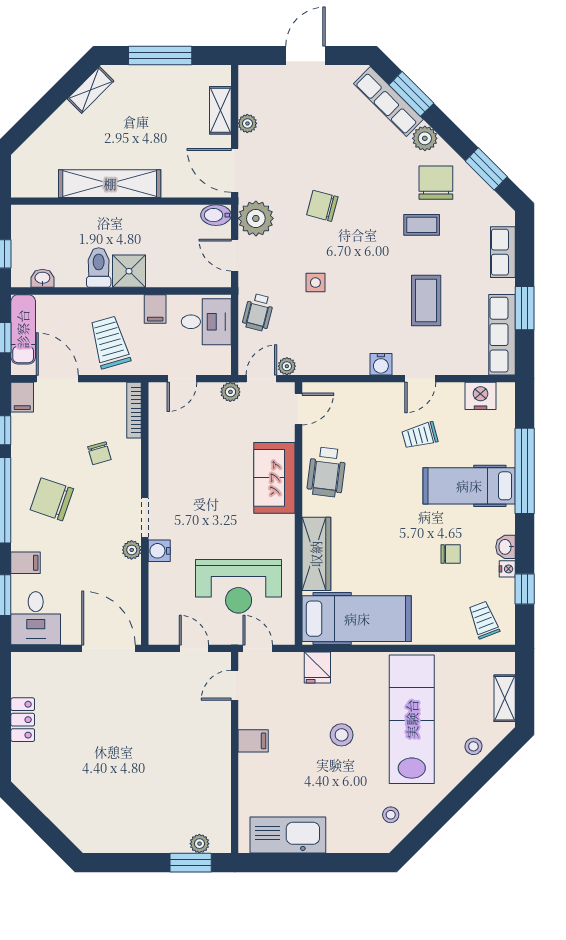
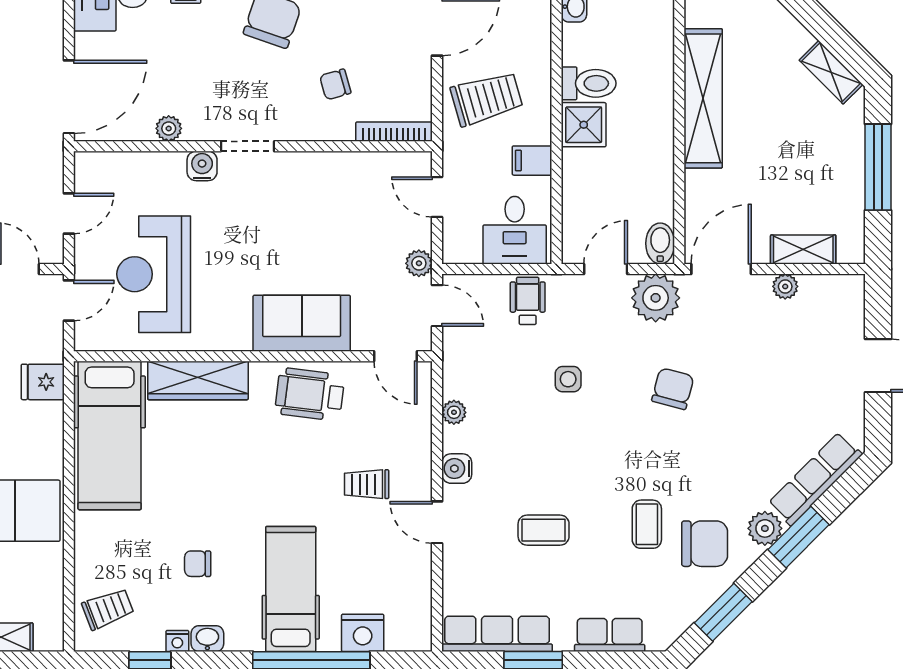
window: (411, 94) -> (798, 537), moved
coffee table: (426, 301) -> (544, 530), width x0.73, depth x0.77
wheelchair: (258, 312) -> (528, 301), turned 76
plant: (287, 366) -> (454, 412), moved
nightstand: (481, 396) -> (363, 633), moved, turned 90
trolley: (420, 435) -> (367, 484), moved, turned -75
plant: (132, 550) -> (169, 128), moved
chair: (451, 554) -> (198, 564), turned 90

